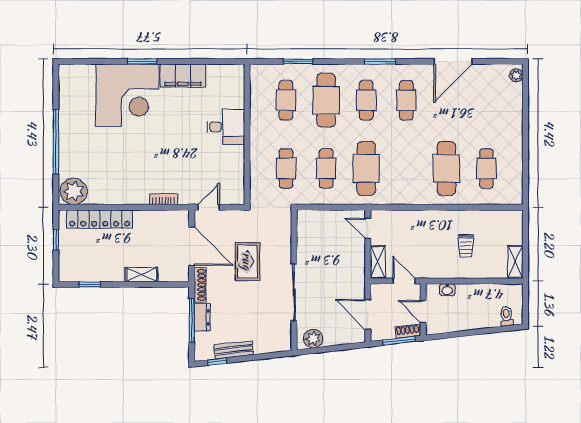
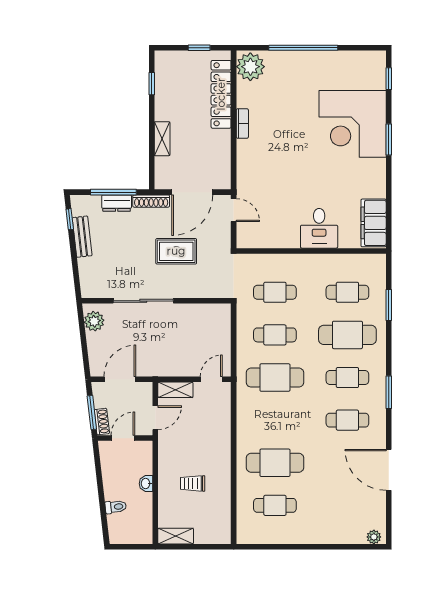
window: (85, 61) -> (389, 79), added
filing cabinet: (183, 76) -> (374, 223), moved
bookcase: (164, 199) -> (242, 123), moved
washbasin: (447, 290) -> (146, 484), moved
toilet: (507, 316) -> (116, 507), moved

